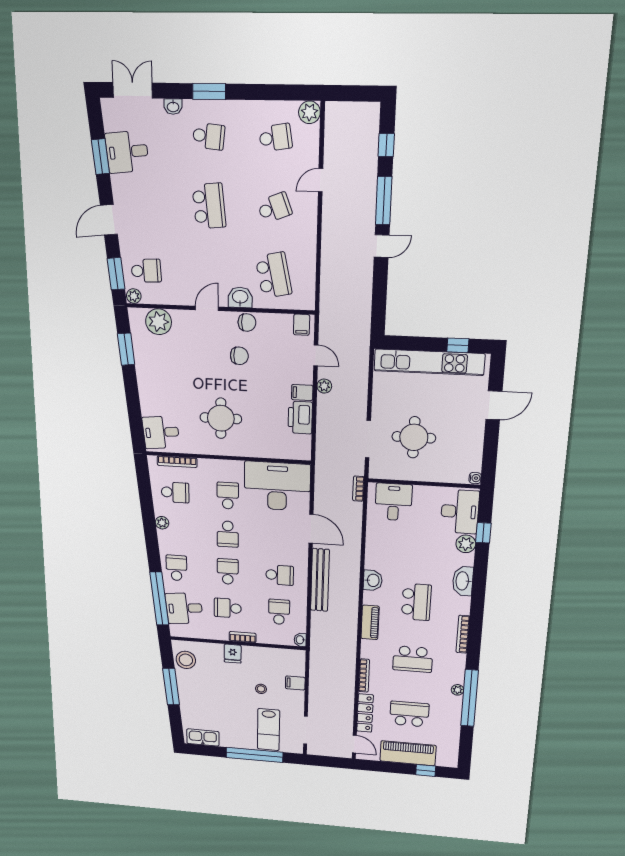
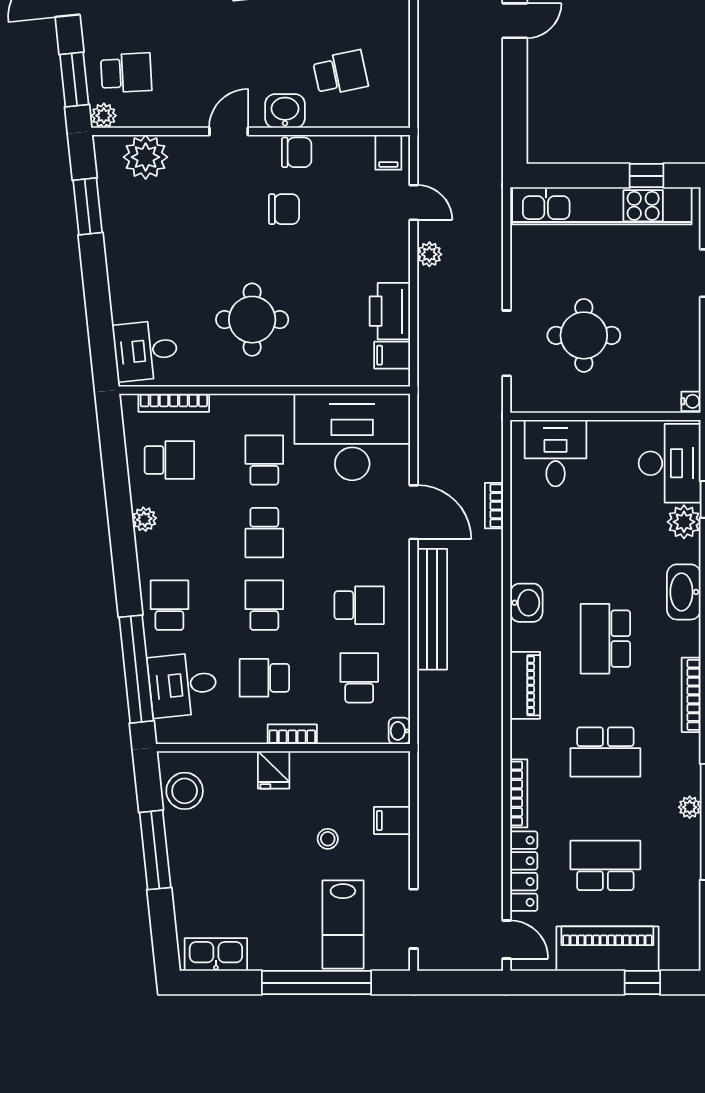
school desk: (274, 275) -> (340, 73), width x0.54
filing cabinet: (302, 392) -> (392, 355), moved
bookcase: (358, 489) -> (494, 506), moved
school desk: (416, 602) -> (605, 639), turned 180

